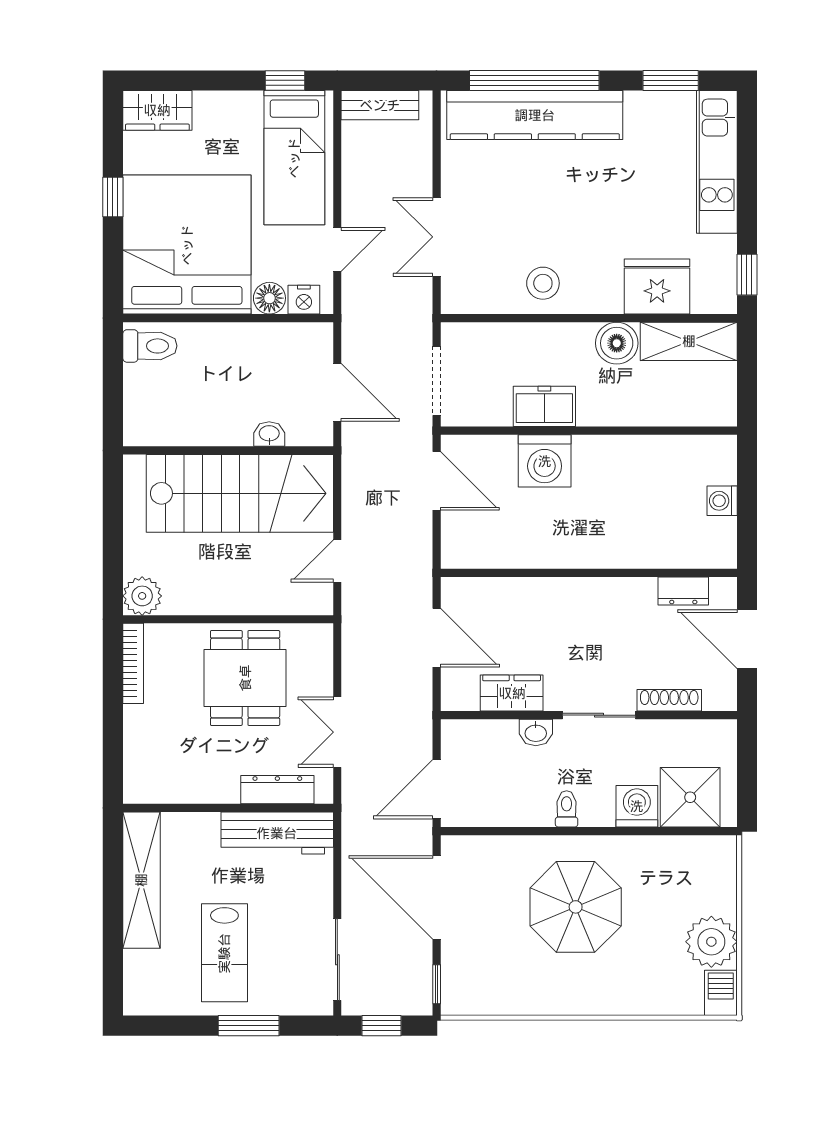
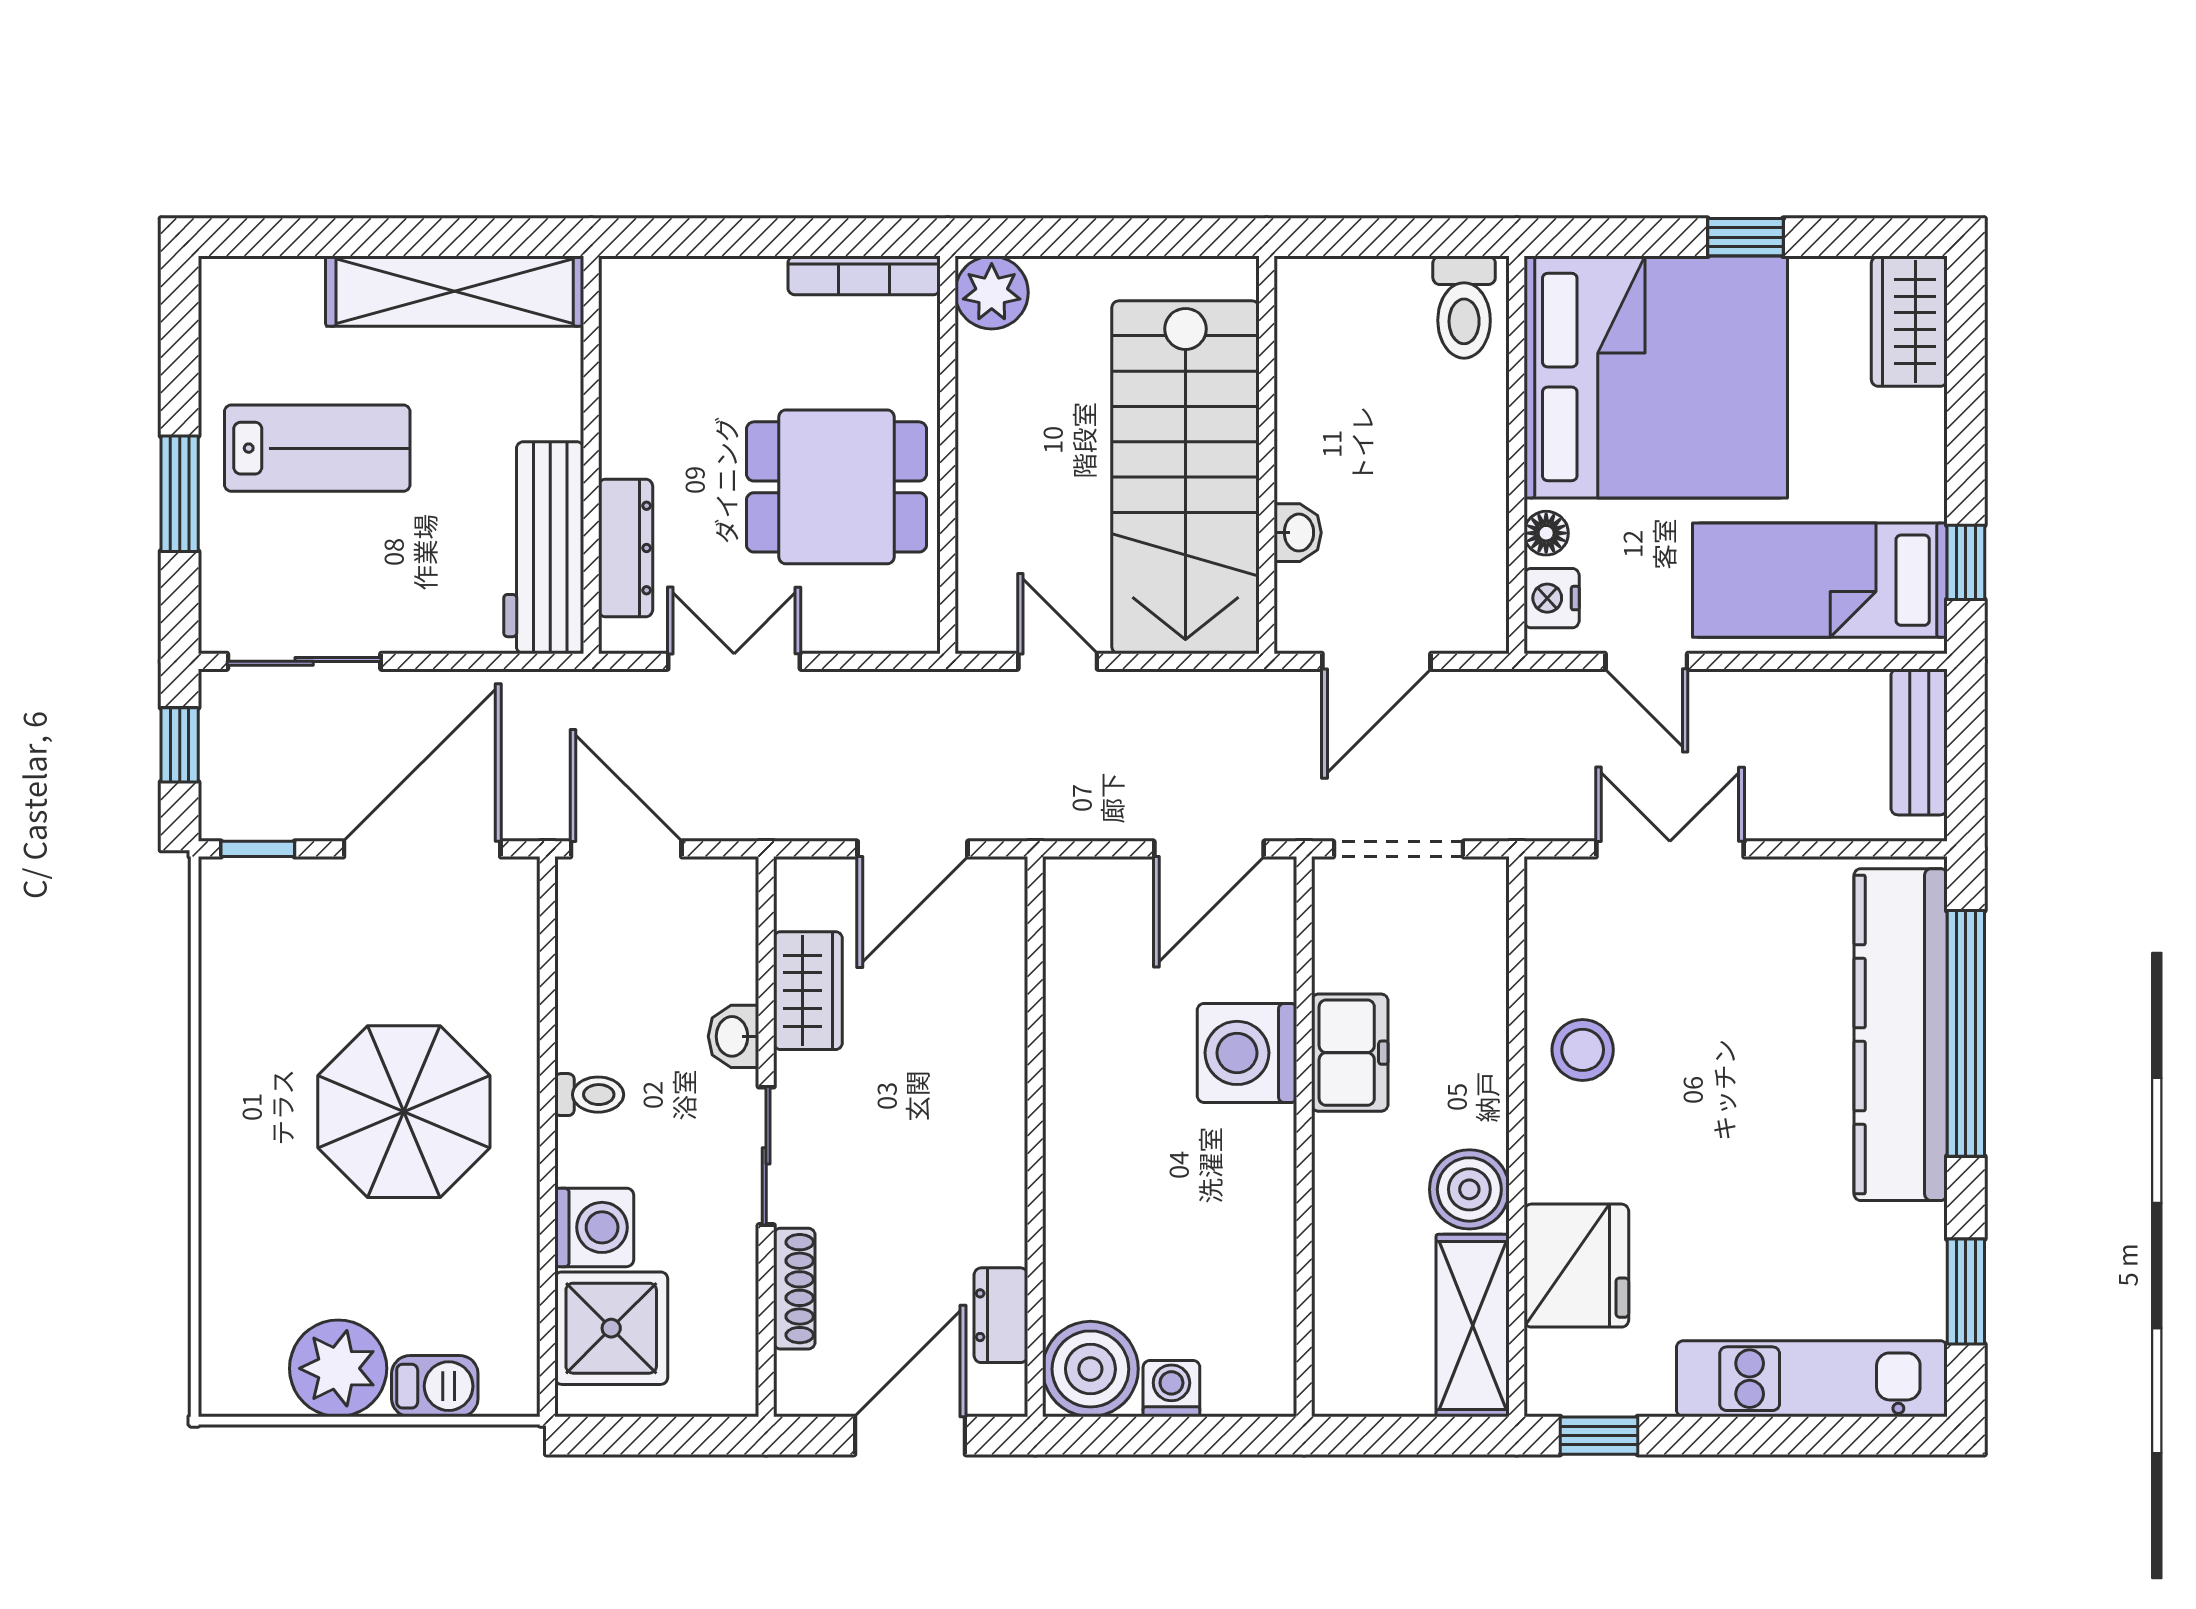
floor lamp: (269, 298) -> (1546, 533), width x0.73, depth x0.73
boiler: (712, 544) -> (1090, 1369), added
lab bench: (224, 953) -> (317, 448), turned 180
barbecue: (721, 993) -> (435, 1386), moved

